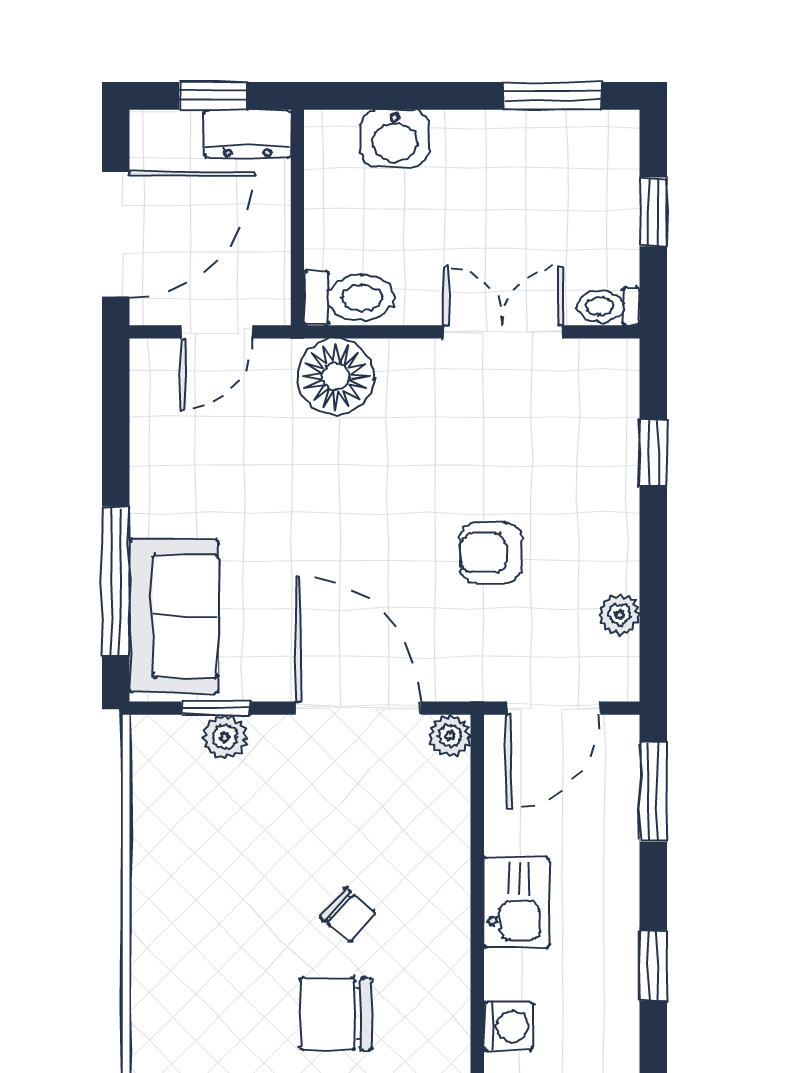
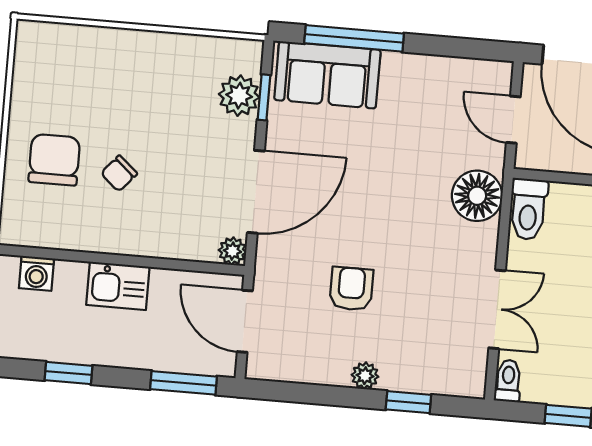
plant: (619, 615) -> (365, 376), moved
plant: (225, 737) -> (239, 96), width x1.38, depth x1.38

